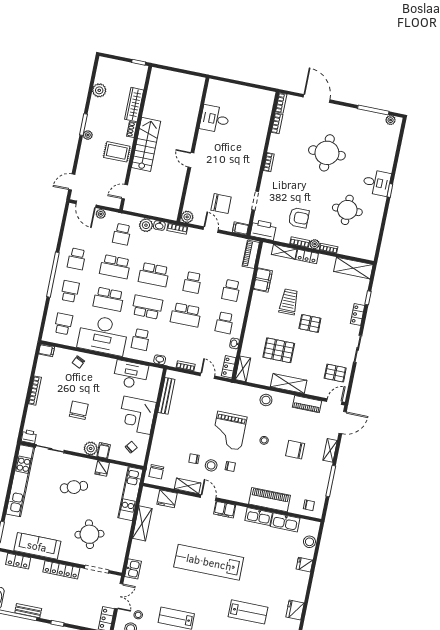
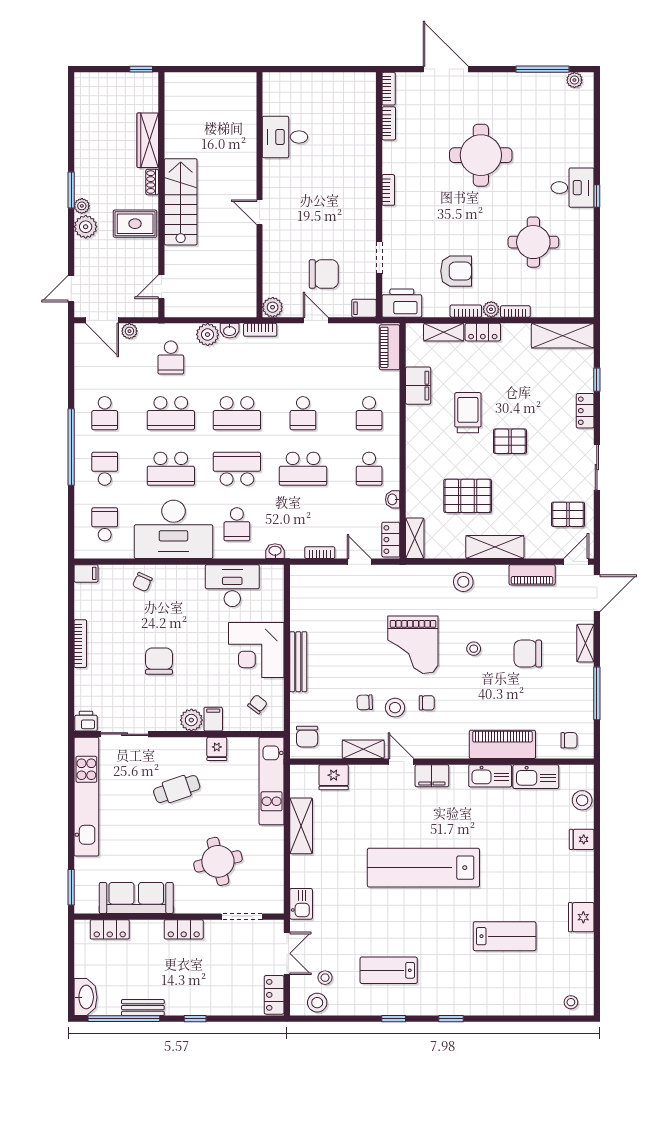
plant: (99, 90) -> (86, 227), moved
bench: (166, 396) -> (298, 662), moved
locker: (61, 570) -> (184, 929), width x0.66

